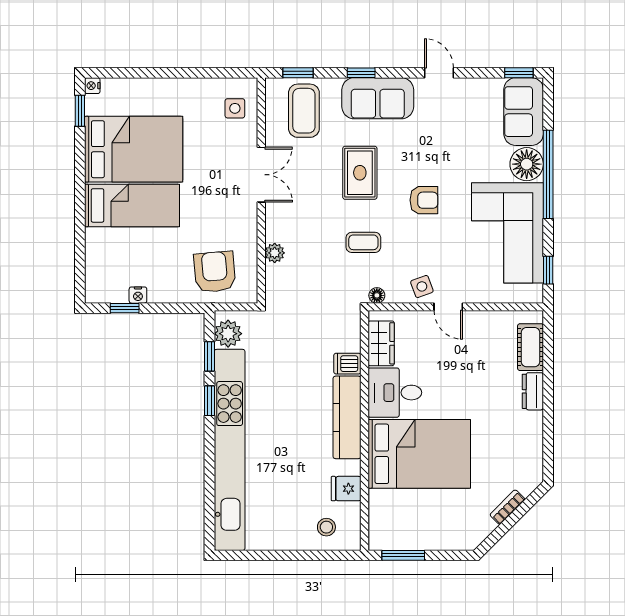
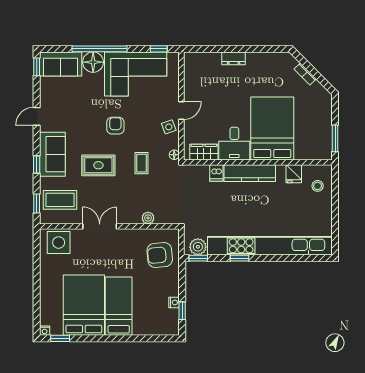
side table: (235, 108) -> (59, 243), width x1.87, depth x1.87
cot: (531, 347) -> (206, 60), removed
window: (210, 356) -> (198, 258), moved

